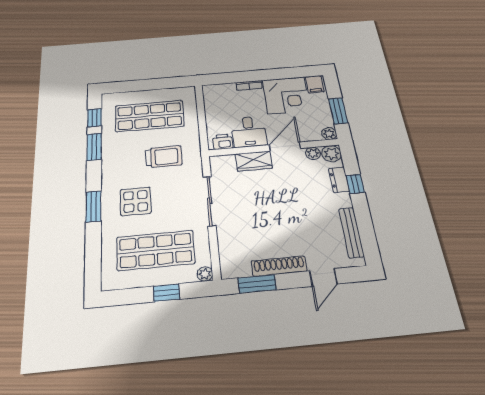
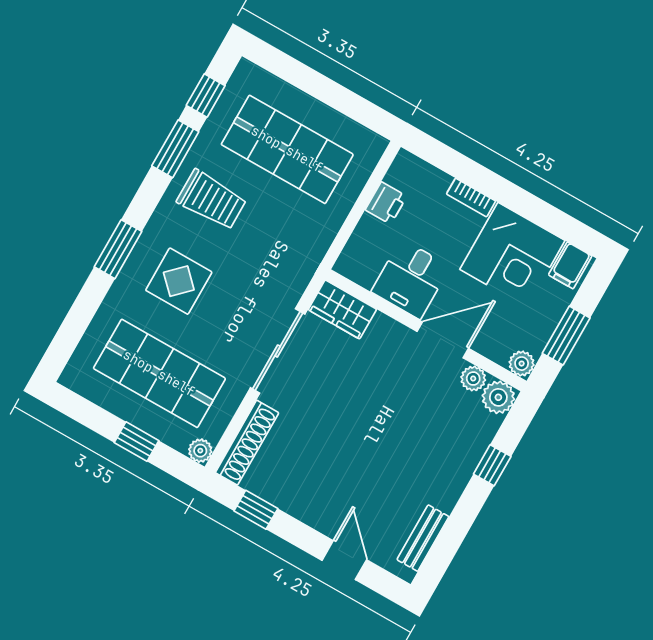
printer: (223, 142) -> (386, 203), moved, turned 90
trolley: (164, 157) -> (212, 200), moved
wardrobe: (254, 161) -> (342, 309), moved
dresser: (339, 180) -> (475, 444), removed
bench: (351, 232) -> (423, 538), width x0.73
shoe rack: (279, 266) -> (247, 443), moved, turned 90
door: (323, 277) -> (344, 560), swing flipped
window: (257, 284) -> (256, 510), width x0.67

